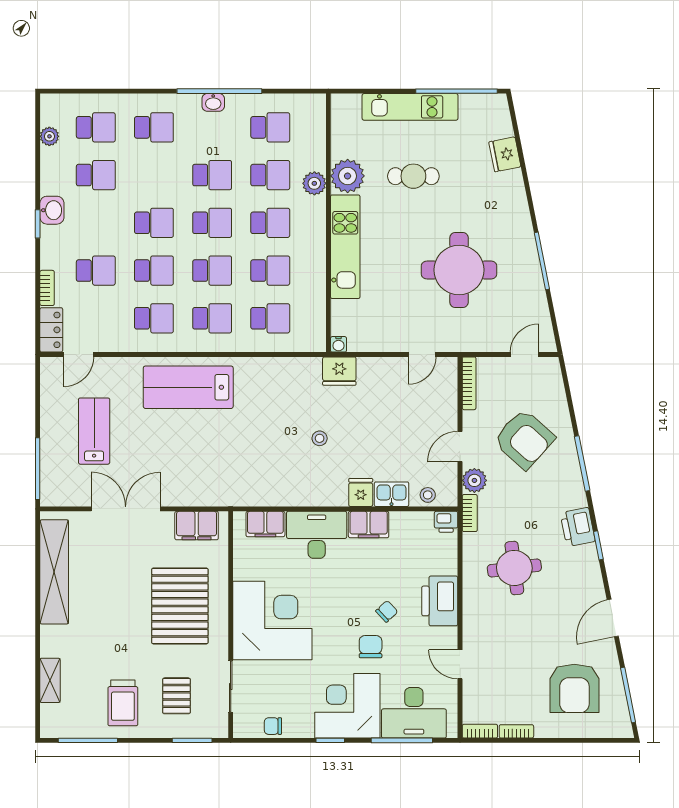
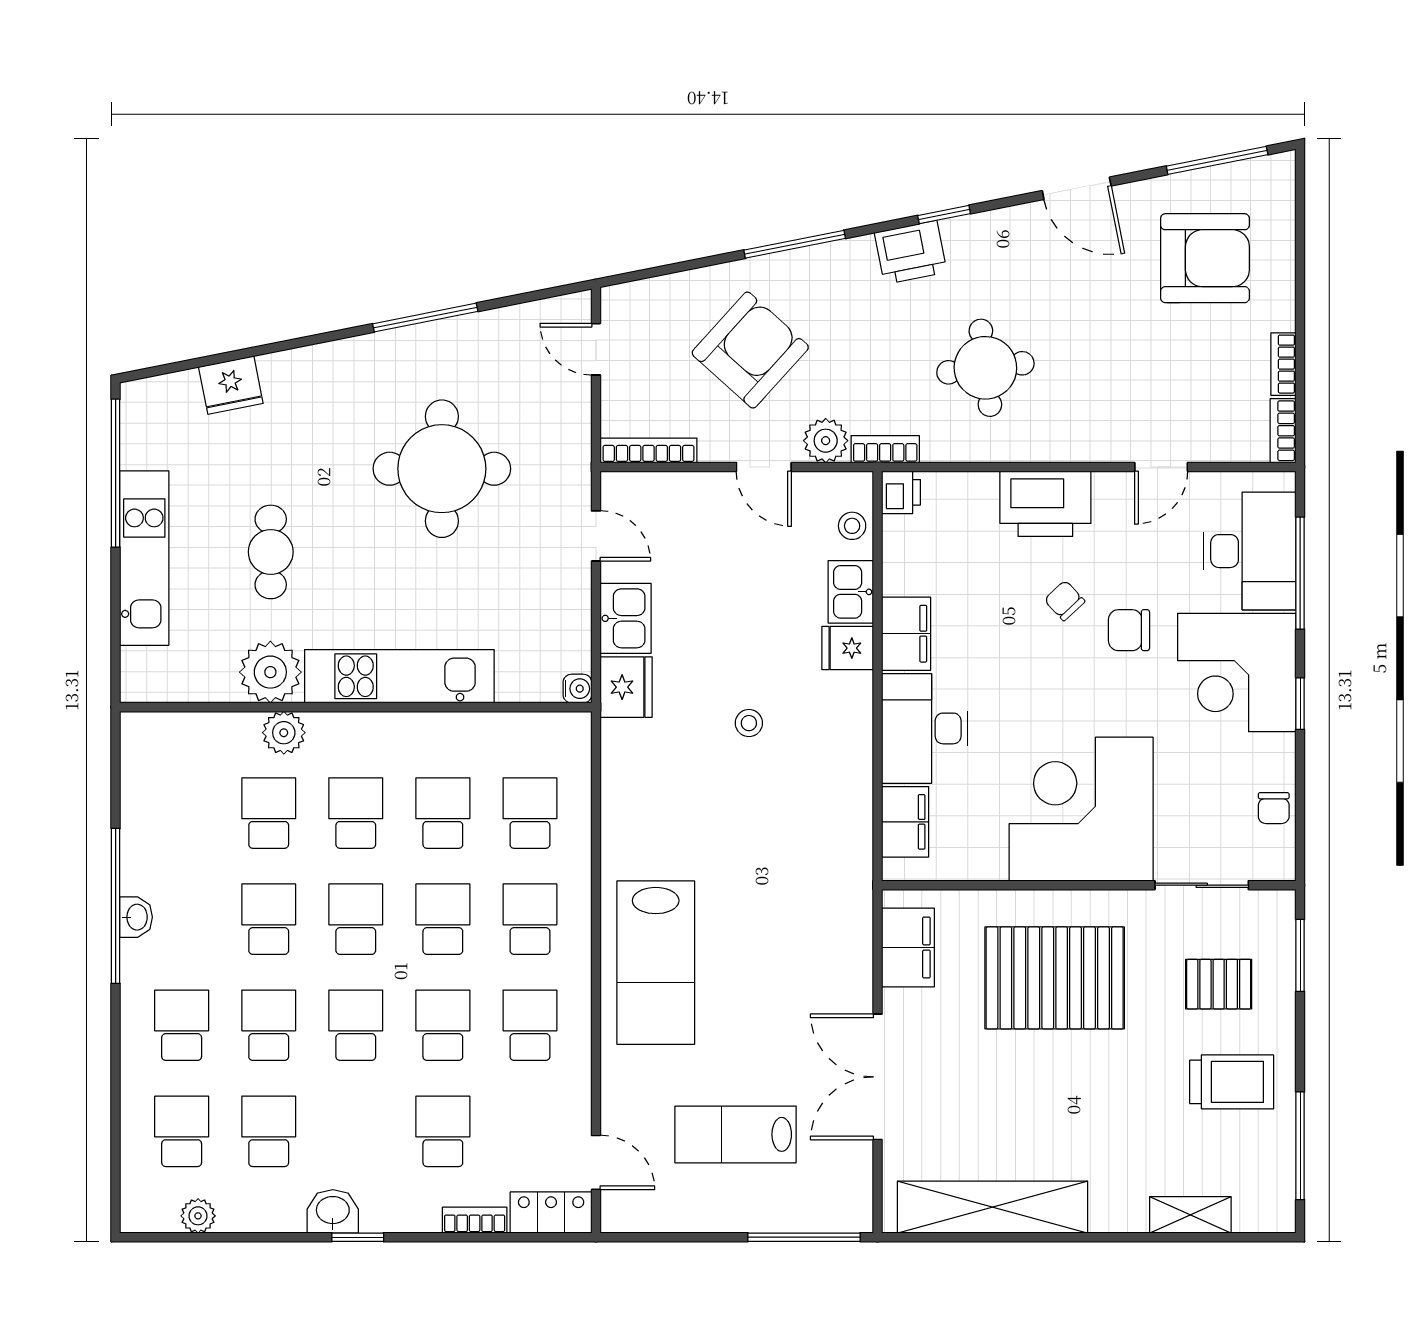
school desk: (270, 127) -> (269, 1025), moved
kitchen sink: (377, 371) -> (626, 618), added

